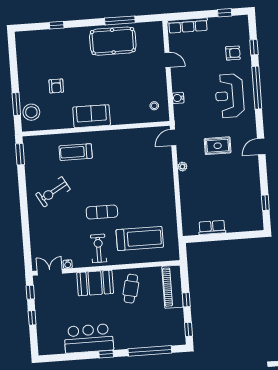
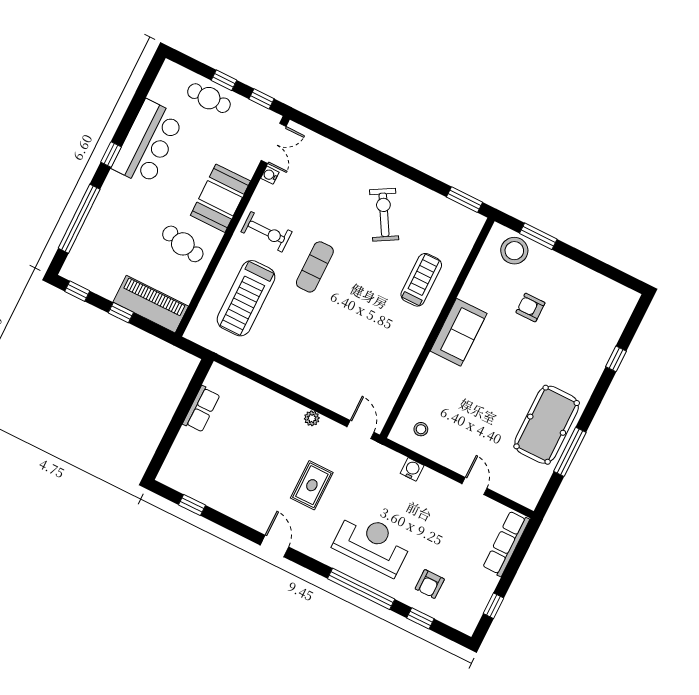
door: (167, 60) -> (475, 486), swing flipped
cafe table: (46, 320) -> (209, 98), added

